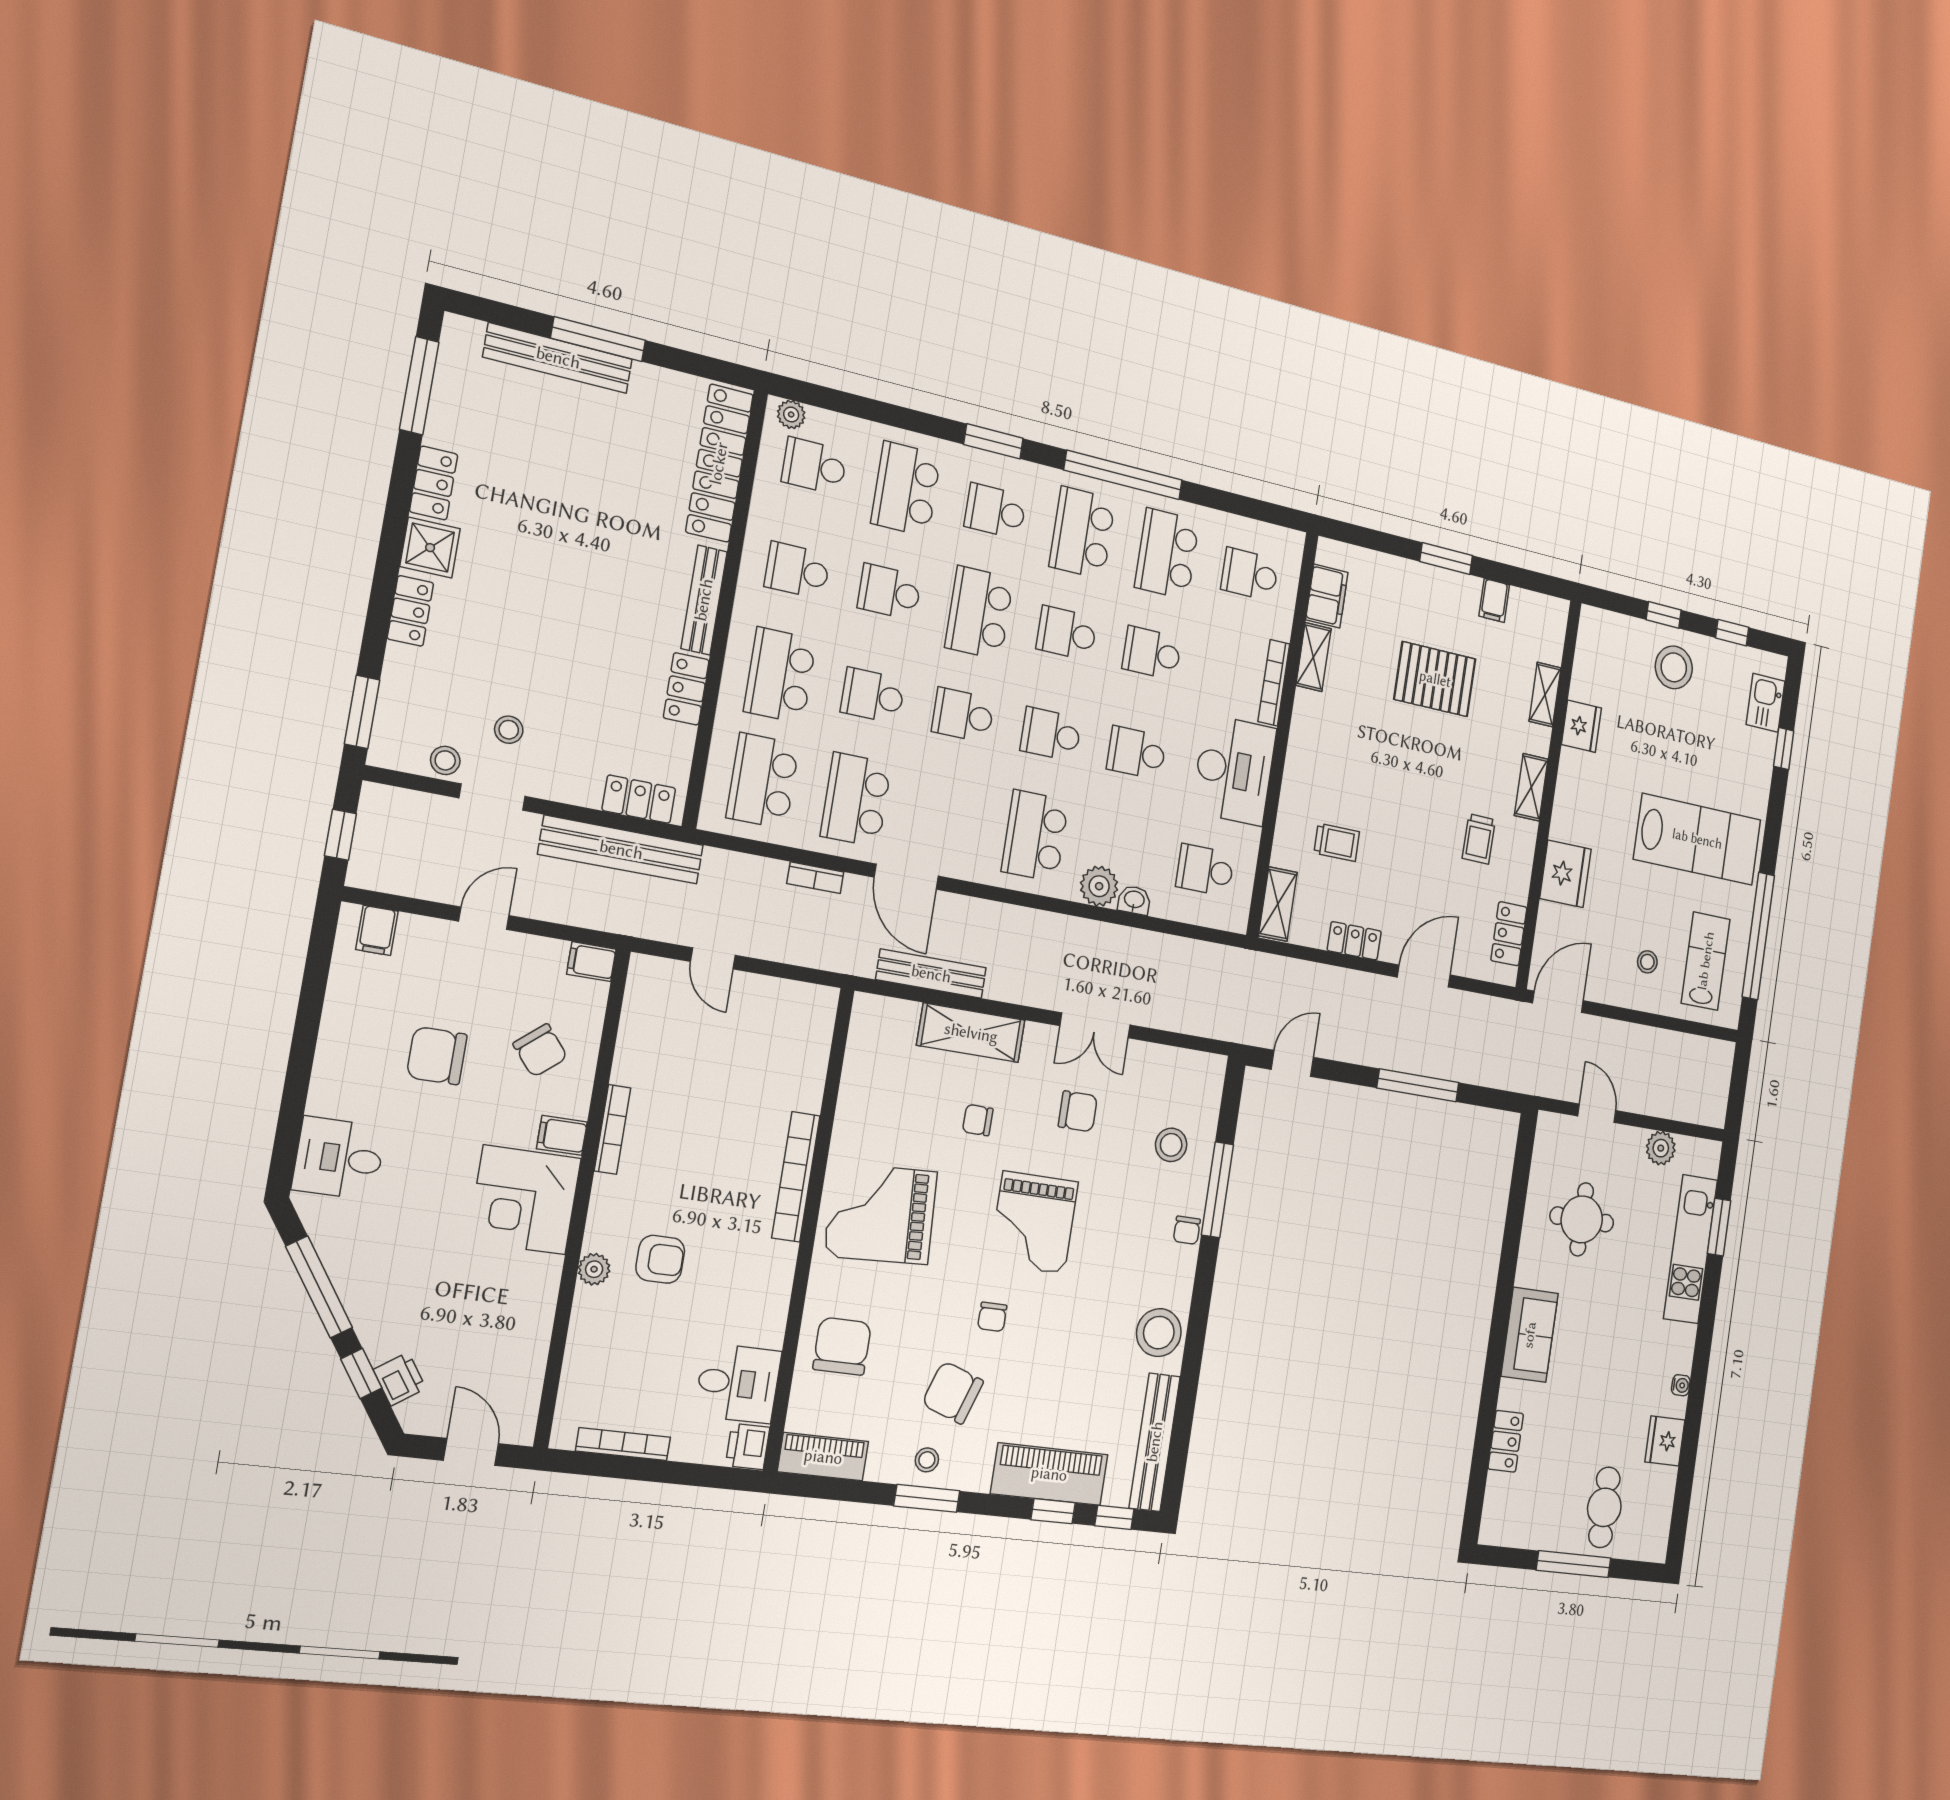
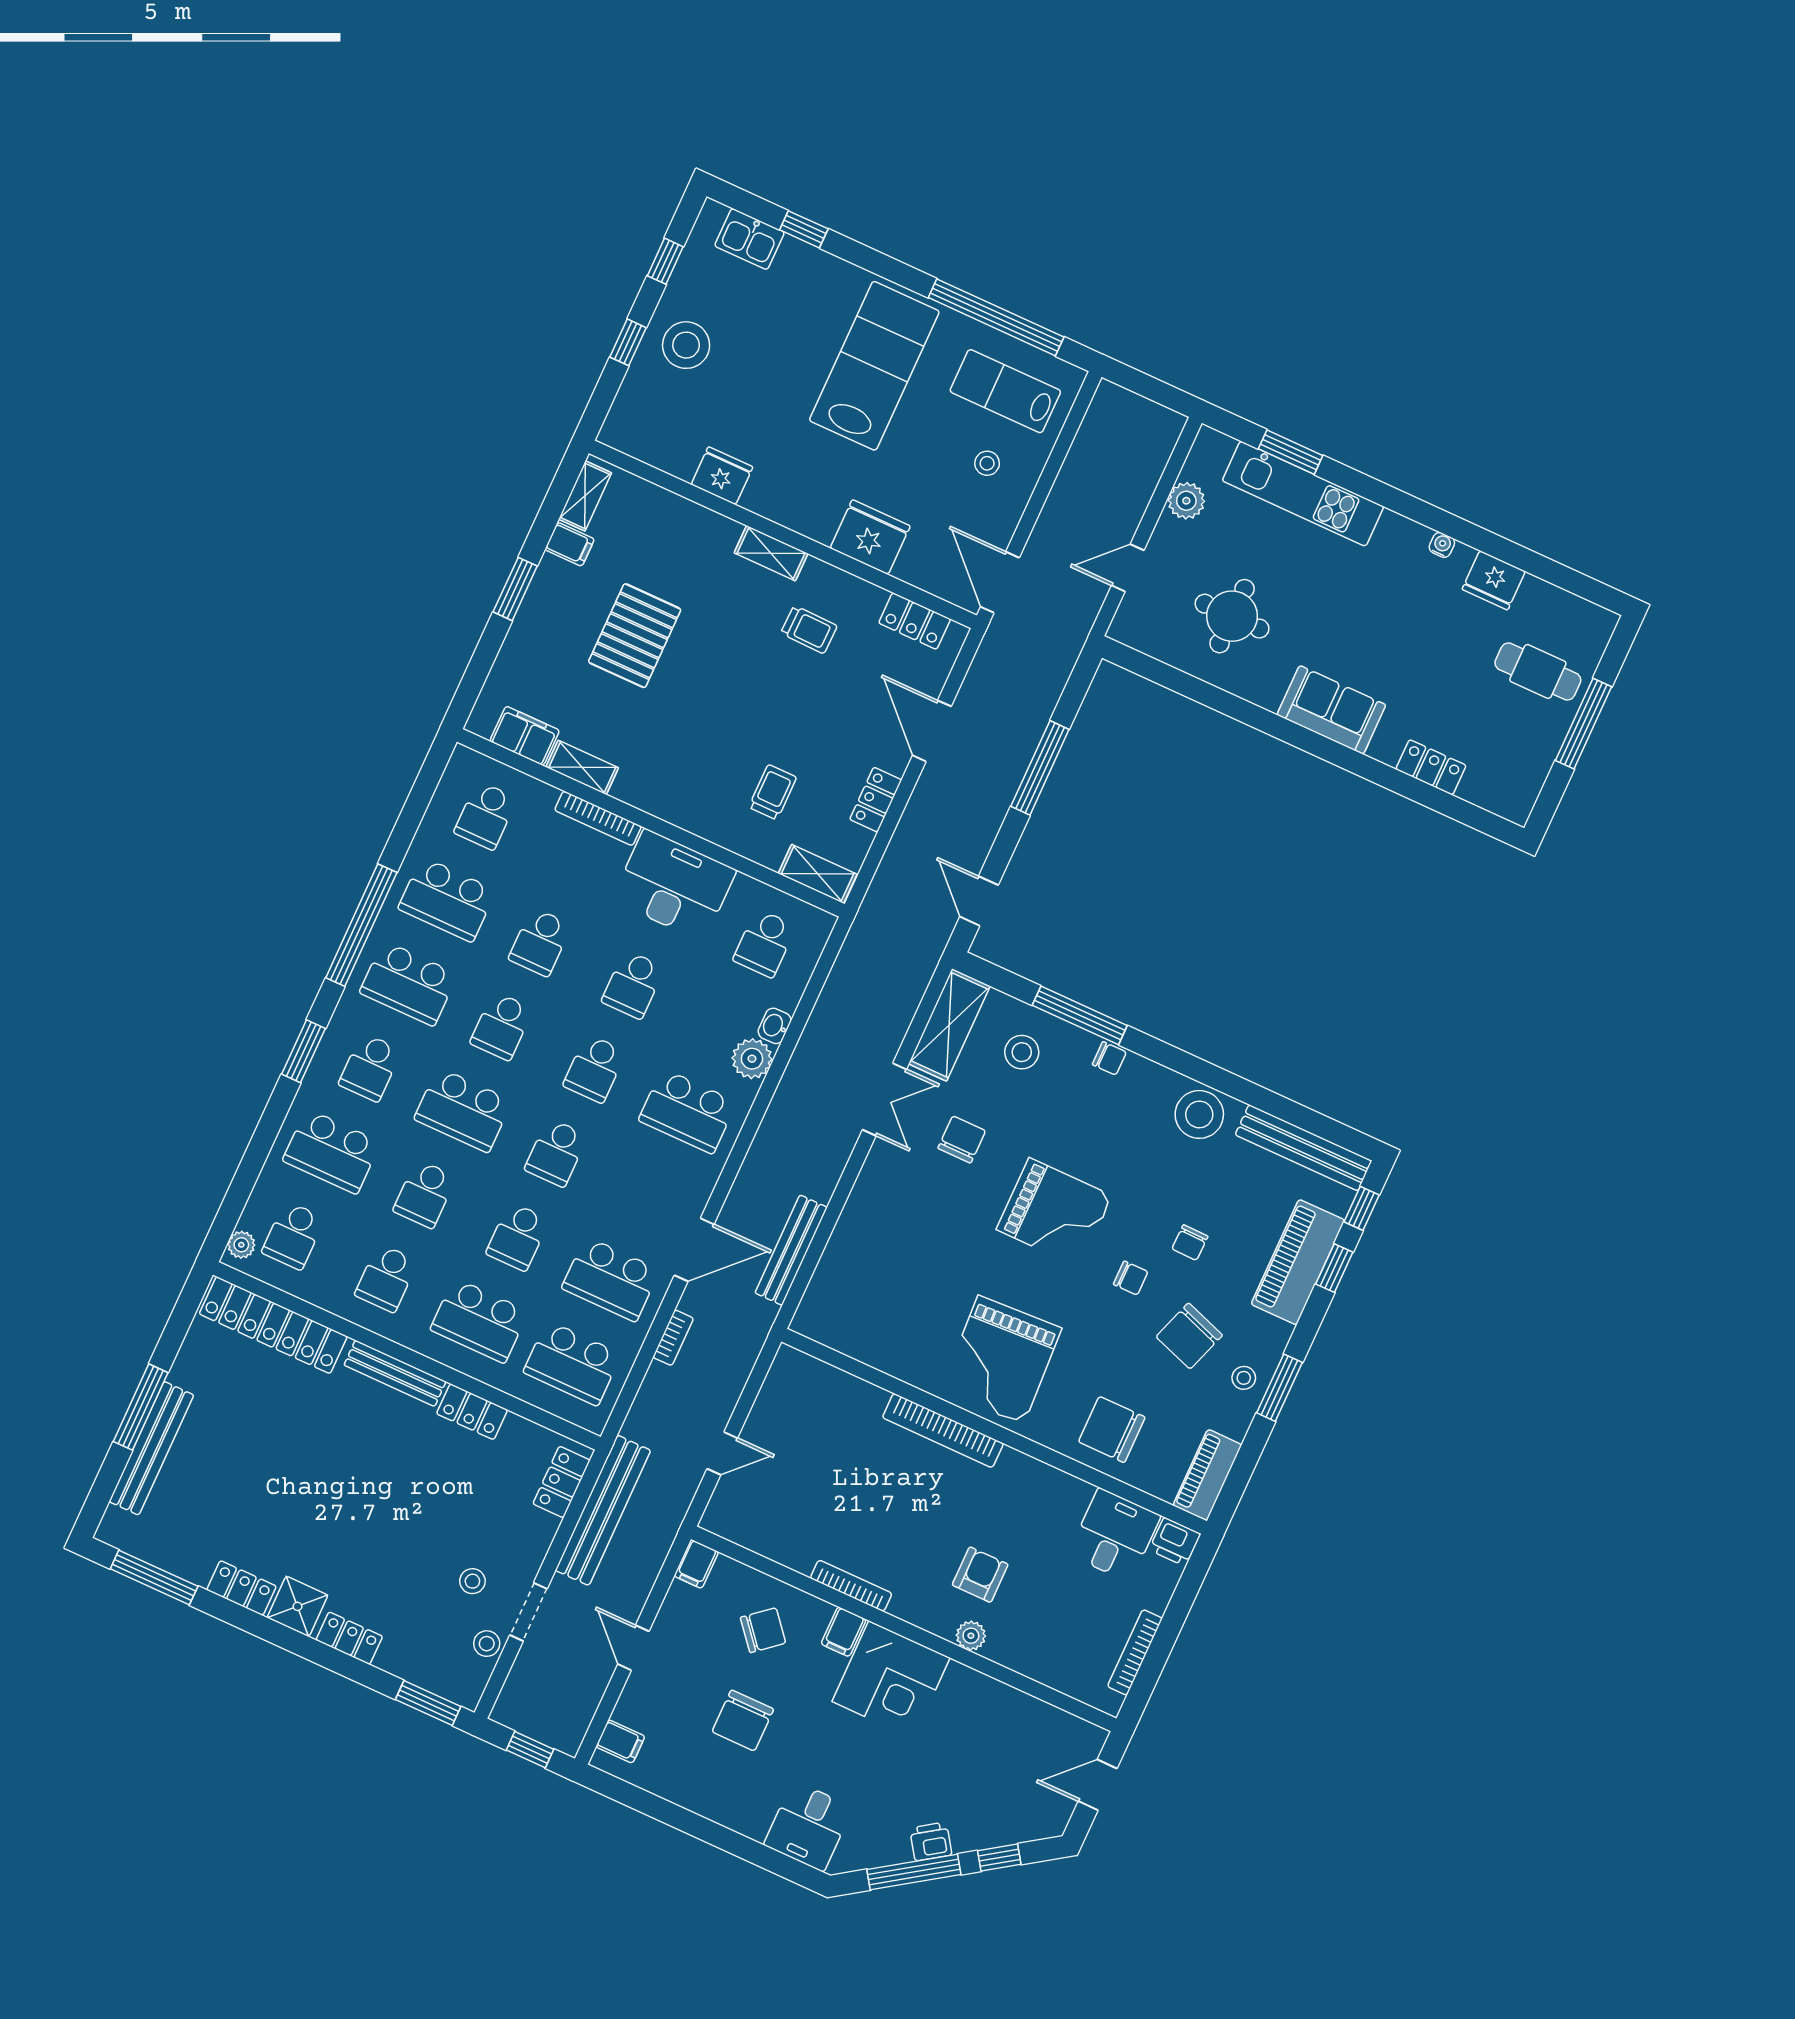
shelving: (1545, 695) -> (585, 496), moved, turned 90
shelving: (971, 1033) -> (949, 1025), moved
chair: (978, 1120) -> (1190, 1243), moved
printer: (400, 1379) -> (931, 1841), moved

